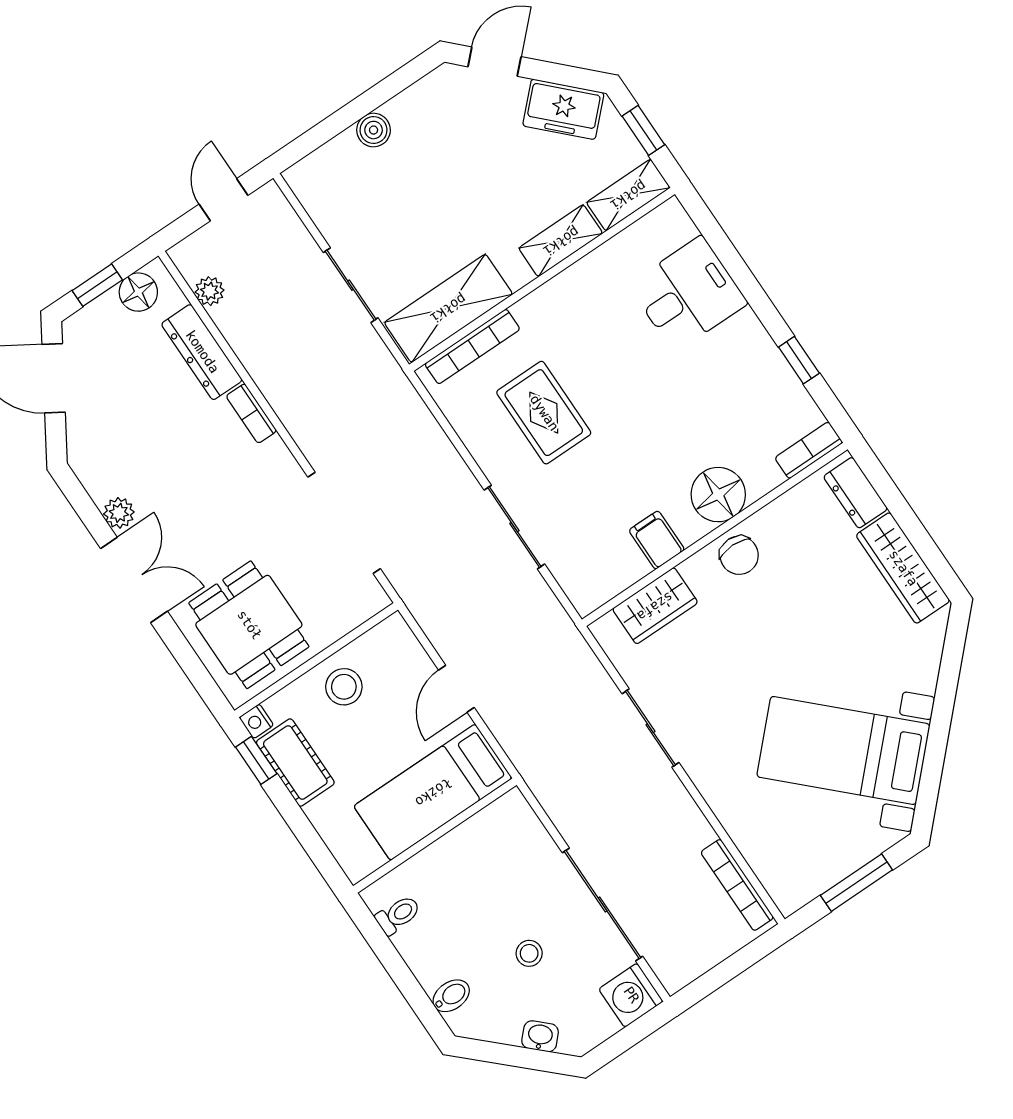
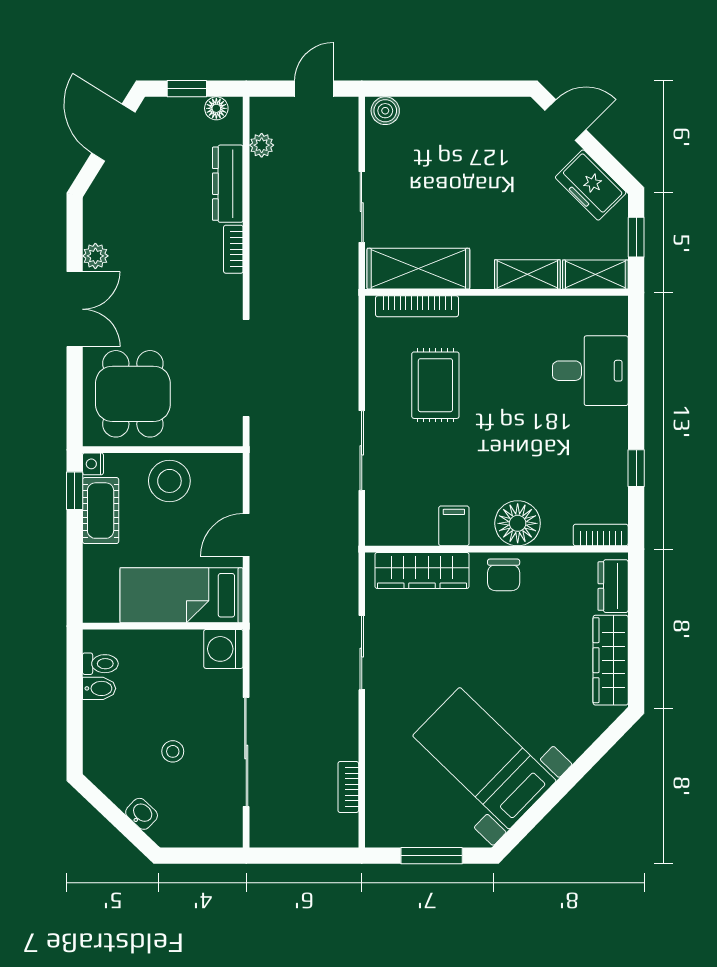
boiler: (374, 130) -> (385, 111), moved
floor lamp: (138, 292) -> (216, 108), width x0.73, depth x0.73
wardrobe: (655, 606) -> (422, 570), width x1.50
stool: (344, 687) -> (169, 481), width x1.38, depth x1.38
bookcase: (737, 885) -> (348, 787), width x0.64
washing machine: (631, 995) -> (223, 649), moved
bidet: (451, 996) -> (99, 688), moved

